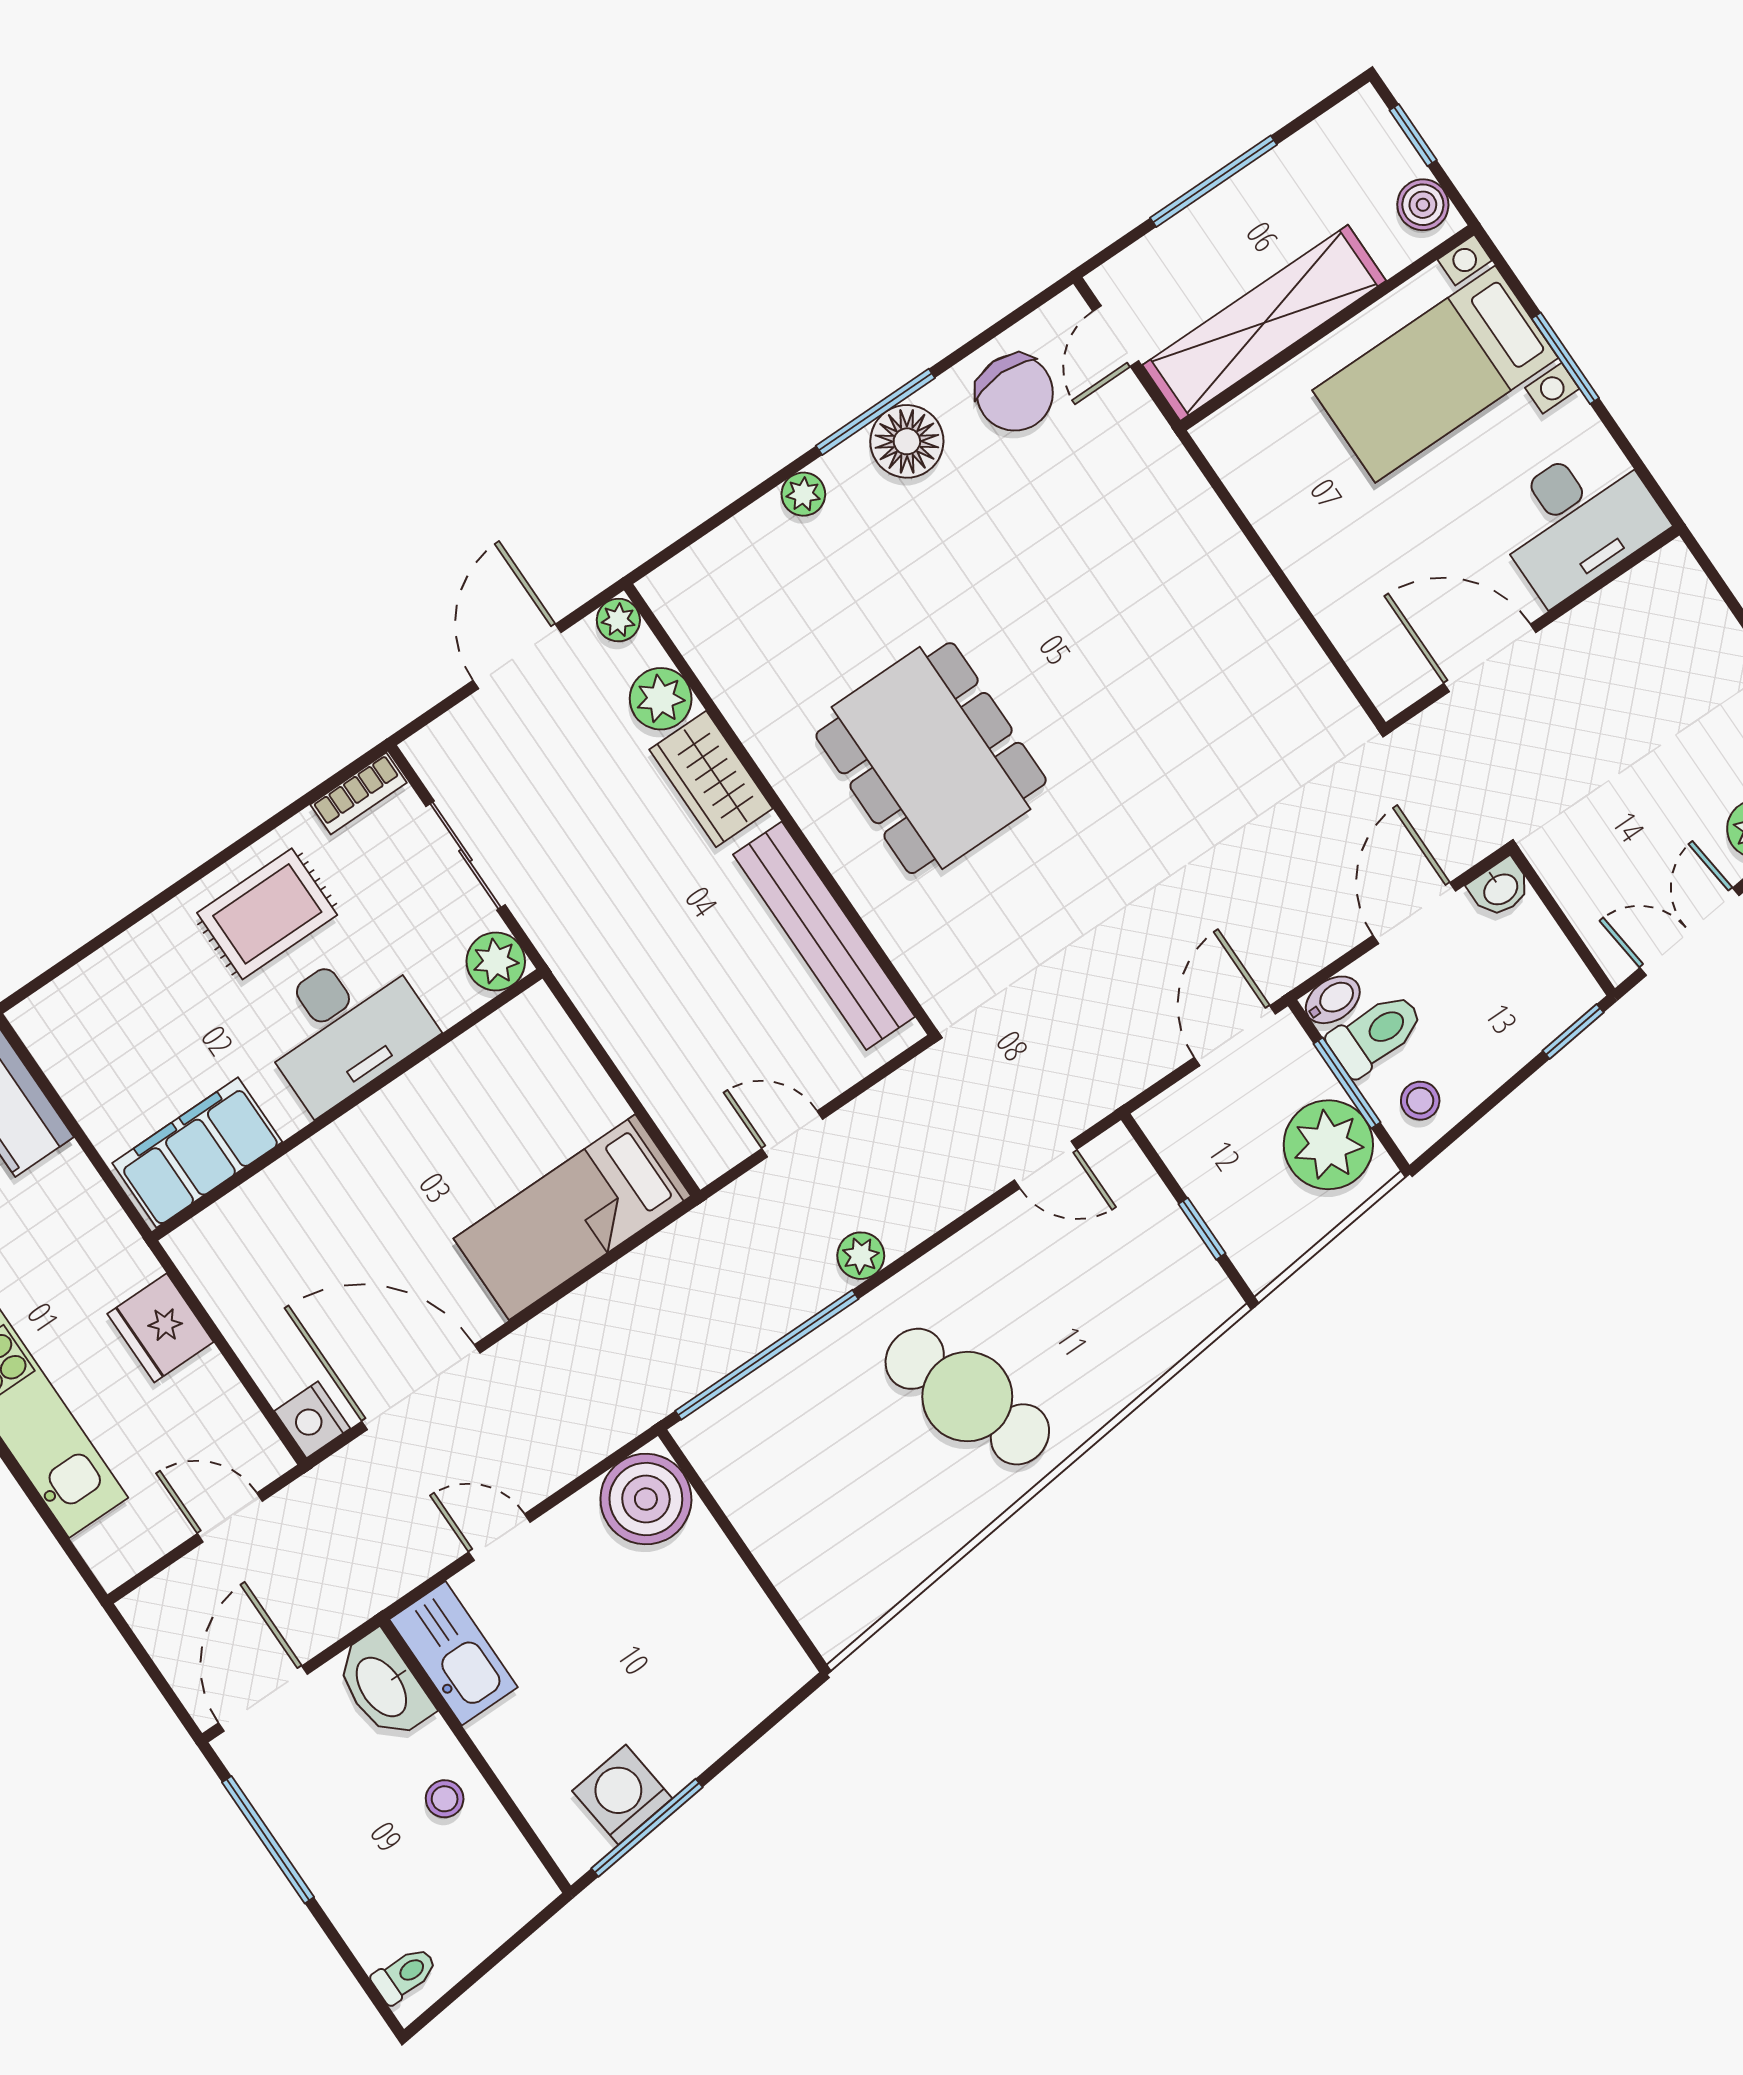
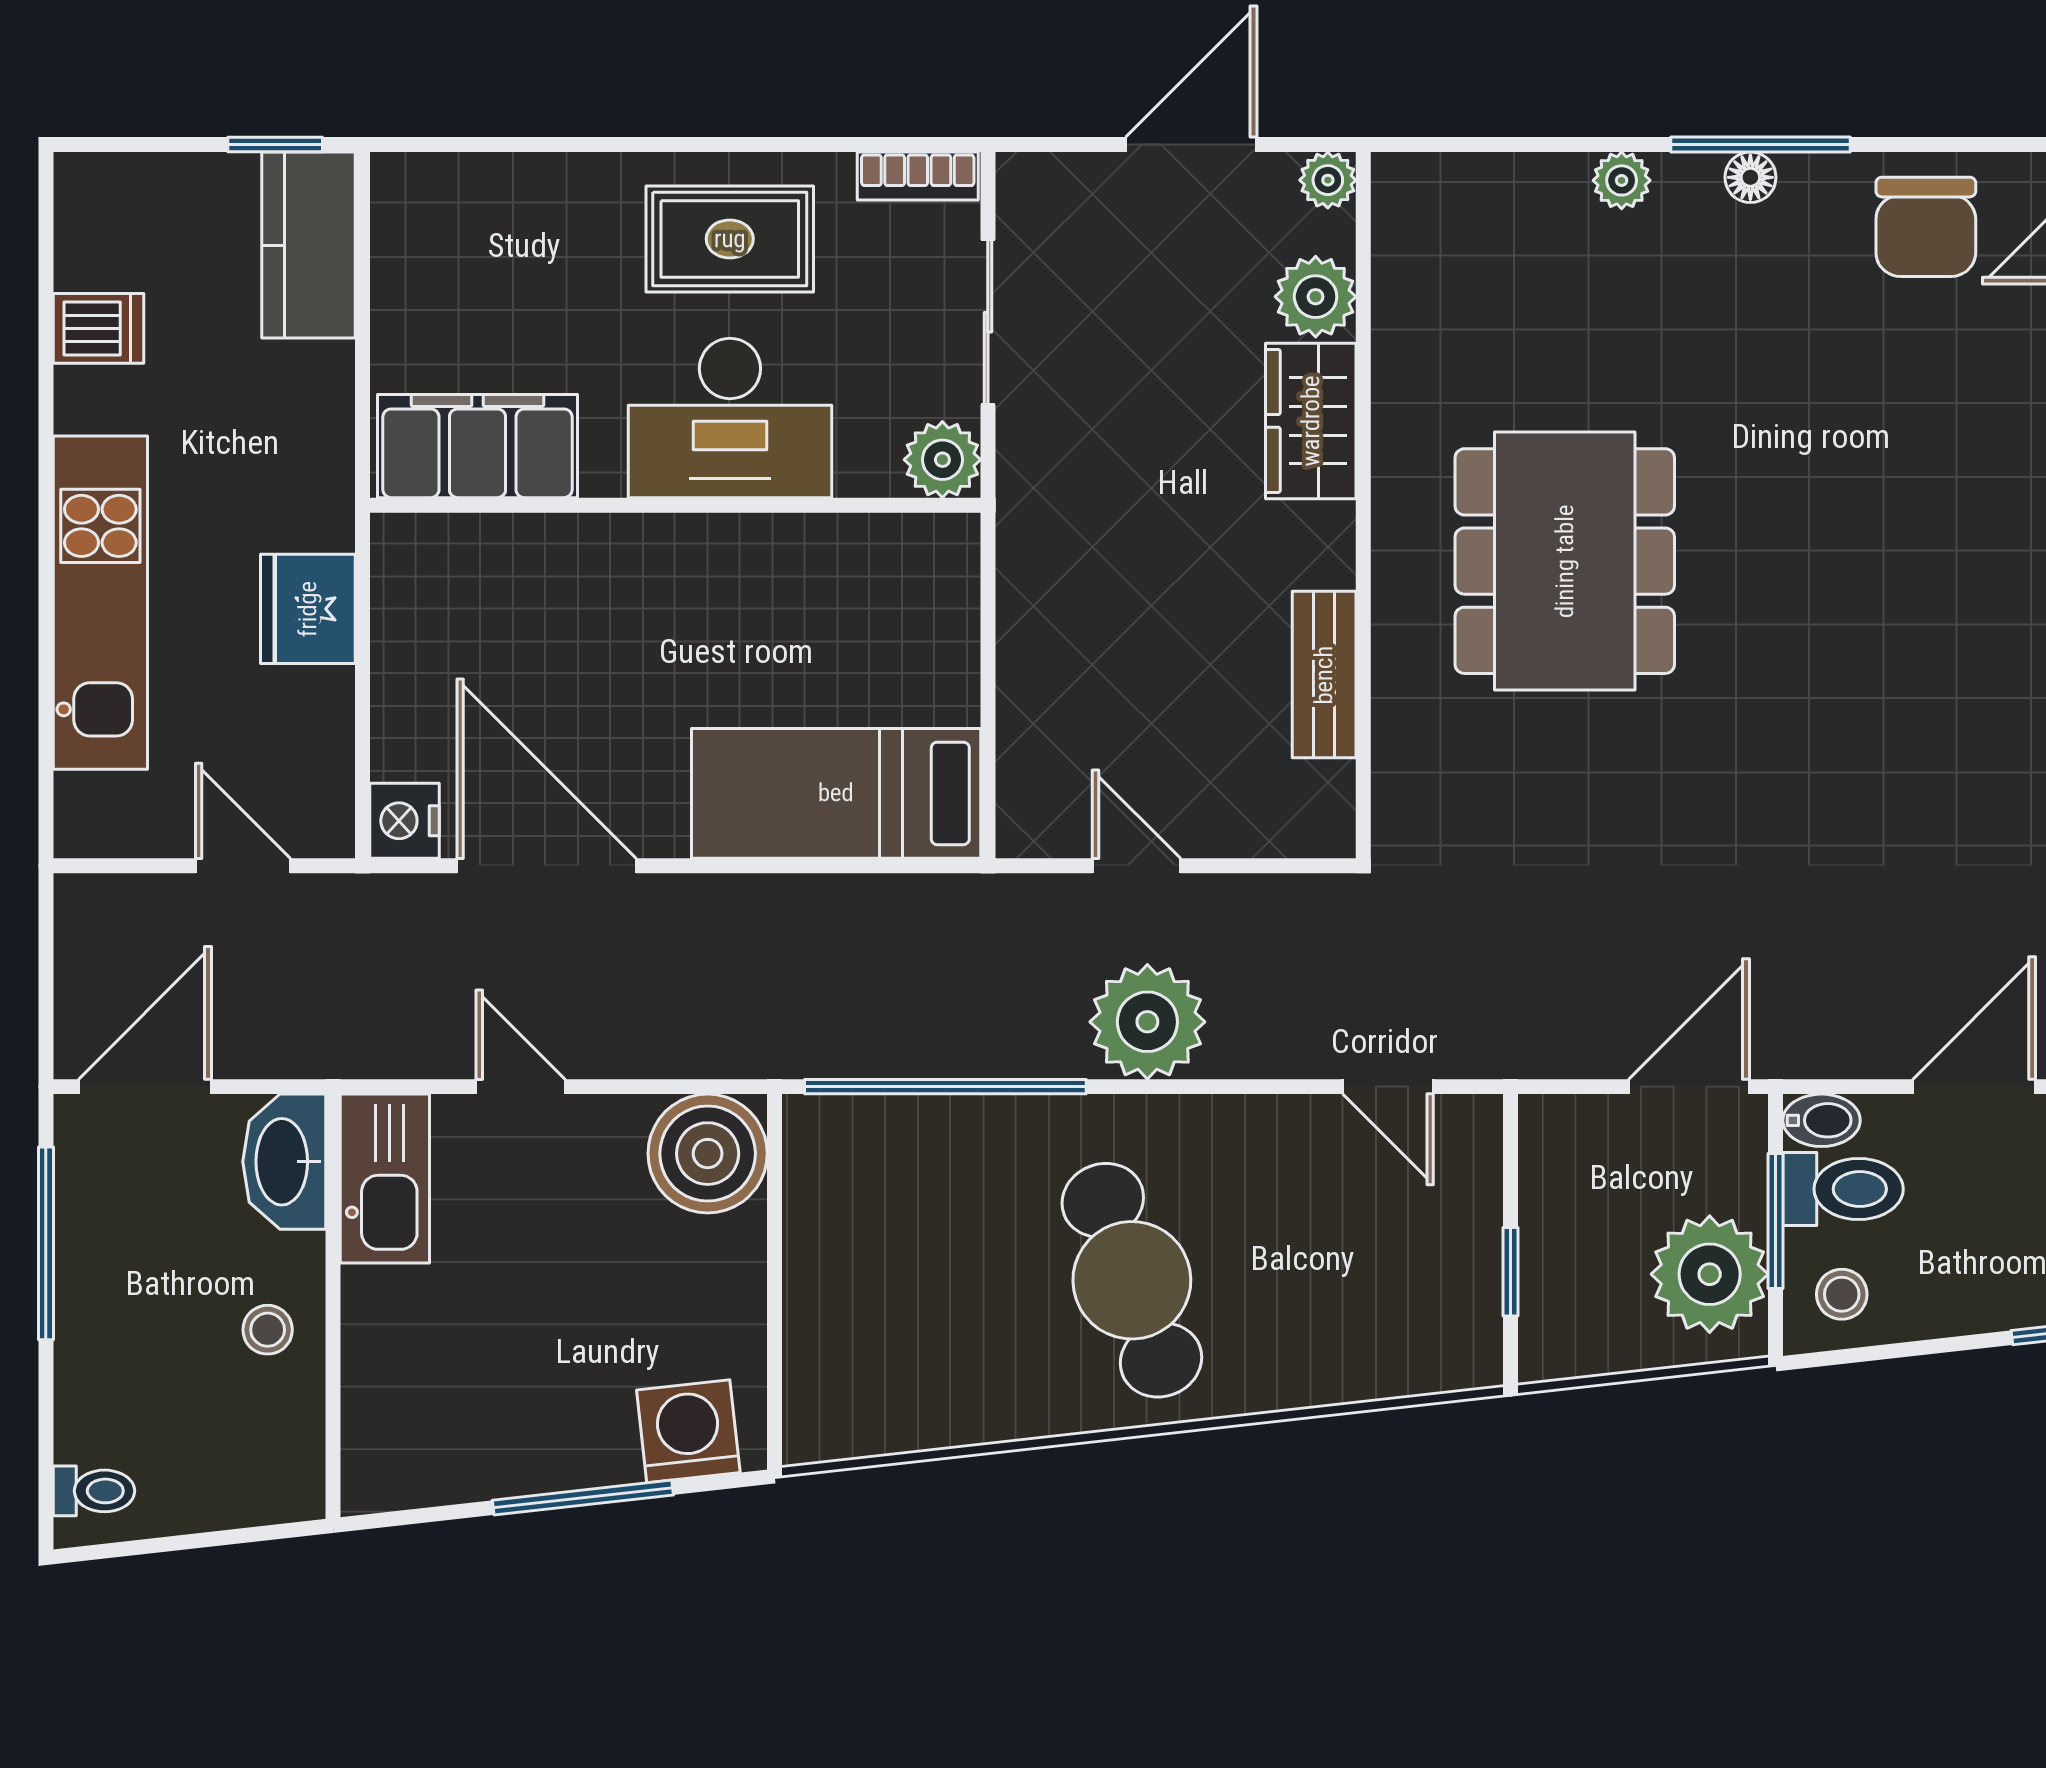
floor lamp: (907, 441) -> (1750, 177), width x0.53, depth x0.53
bench: (824, 936) -> (1324, 675), width x0.54, depth x0.82
plant: (861, 1256) -> (1147, 1022), width x1.87, depth x1.87
washing machine: (622, 1795) -> (688, 1431), moved
window: (647, 1828) -> (583, 1498), moved

